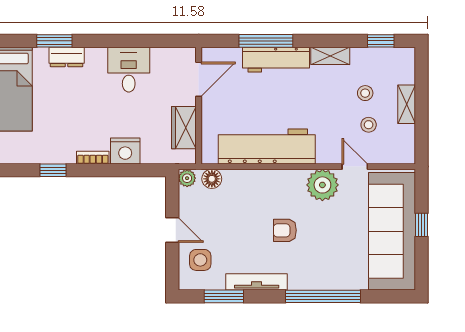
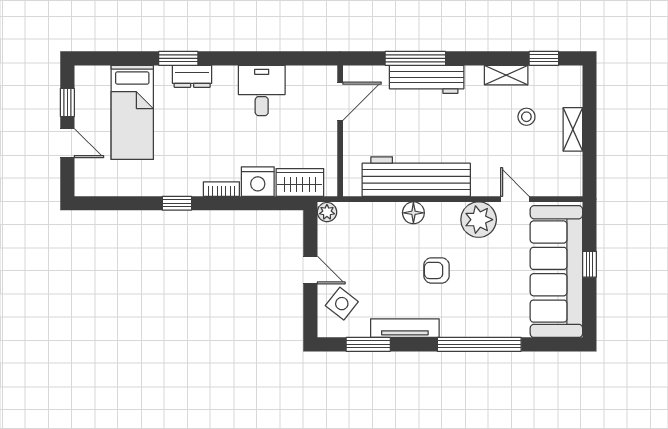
shelving: (330, 56) -> (506, 75), moved
stool: (369, 125) -> (530, 152), removed
wardrobe: (184, 128) -> (300, 182), moved, turned 90
floor lamp: (212, 179) -> (413, 213), moved
side table: (200, 260) -> (342, 304), turned 38

